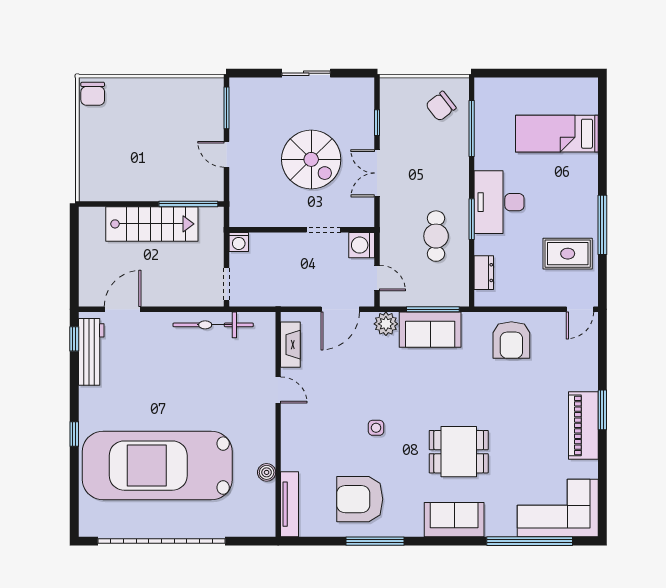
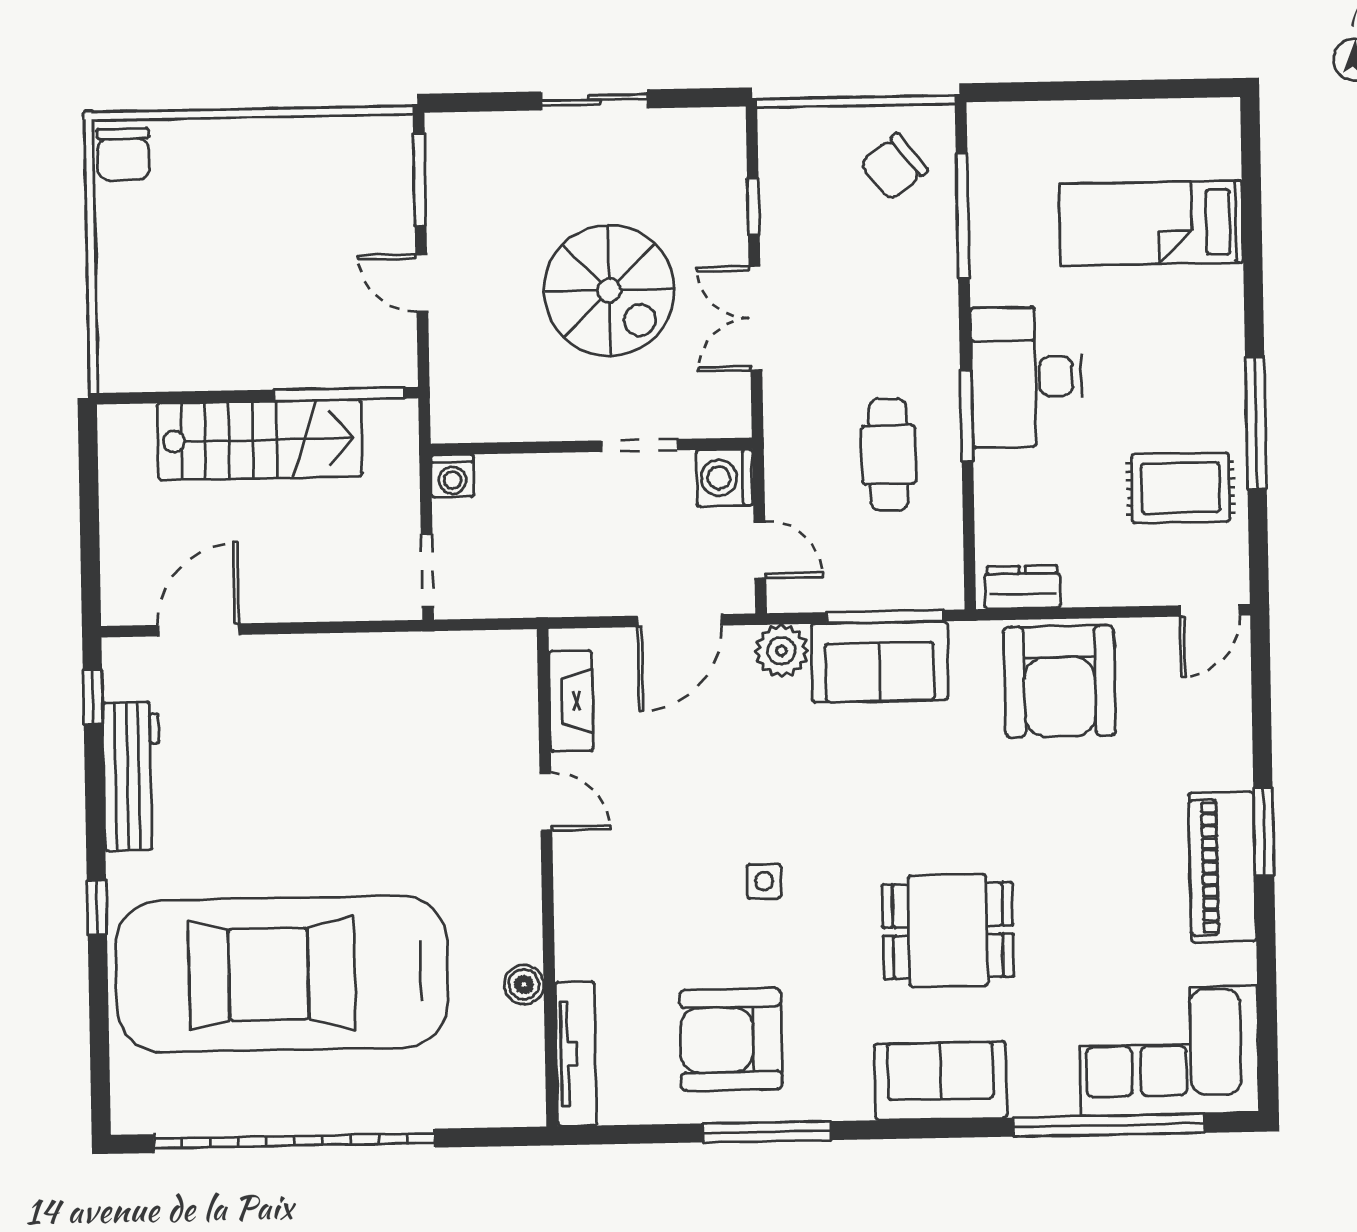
dresser: (484, 273) -> (1022, 587), moved, turned -90
bicycle: (213, 325) -> (399, 661), removed
armchair: (511, 340) -> (1060, 681), width x1.36, depth x1.36
workbench: (91, 352) -> (132, 776), moved

